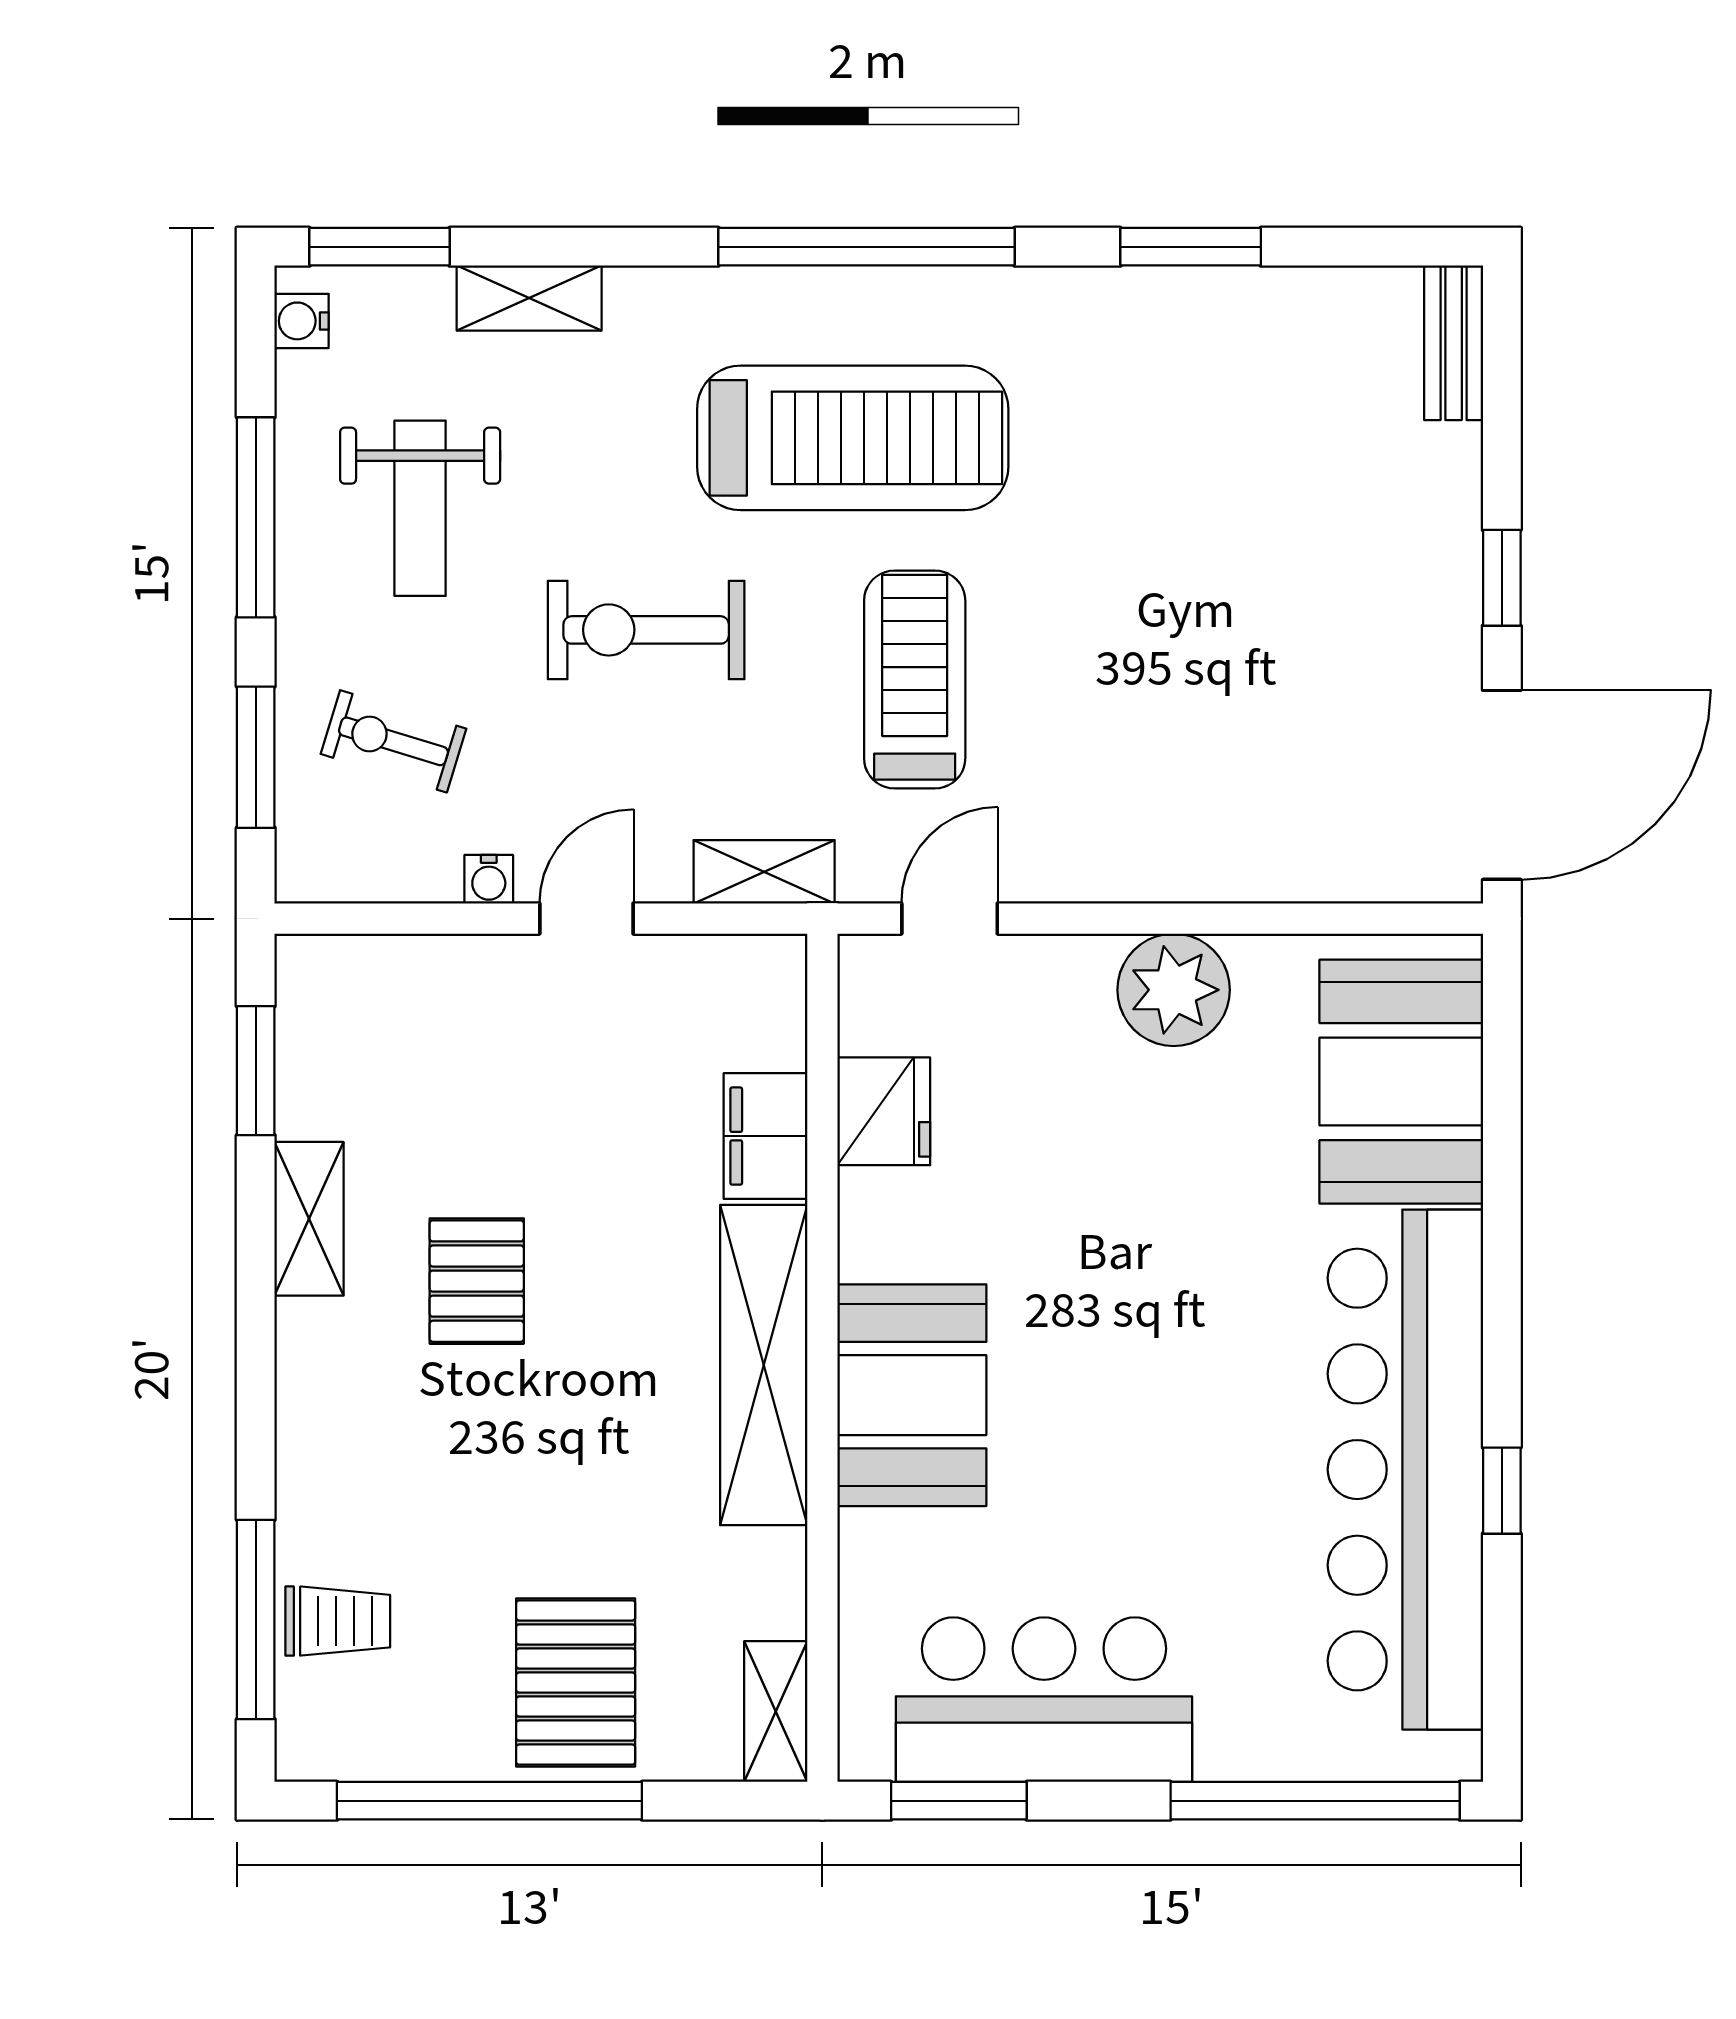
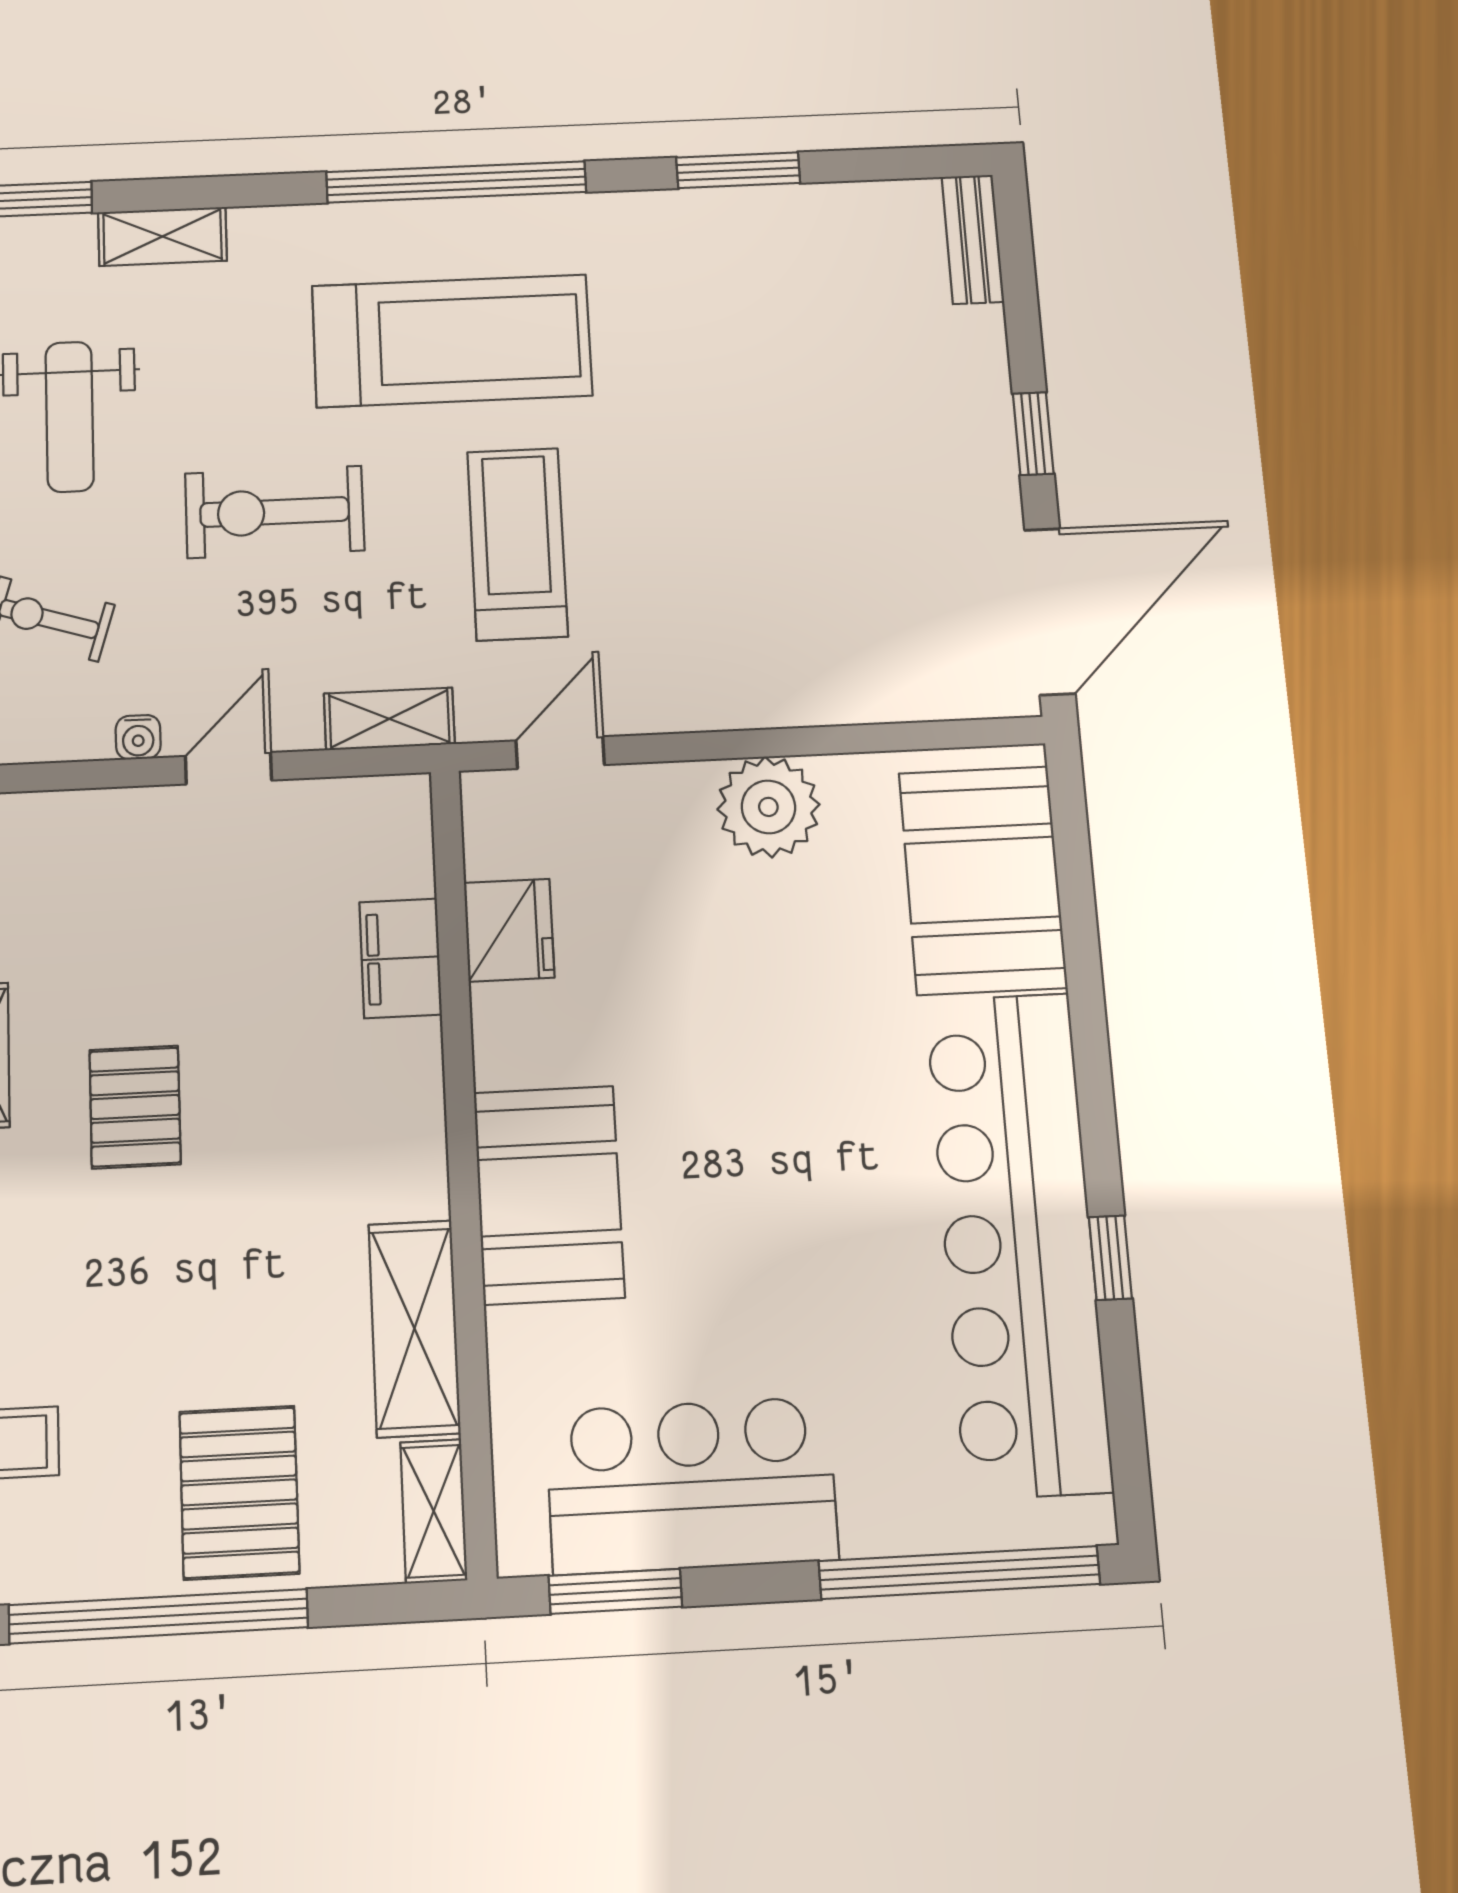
shelving: (764, 1365) -> (414, 1328), moved, width x0.68

